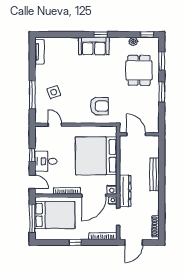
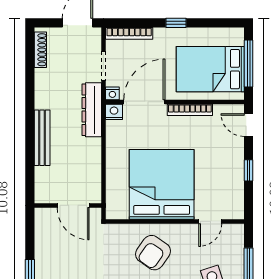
armchair: (99, 106) -> (153, 253), moved, turned -55
door: (55, 125) -> (210, 221), hinge flipped
bed: (96, 156) -> (162, 184), moved, turned -90
desk: (46, 161) -> (225, 160), removed

